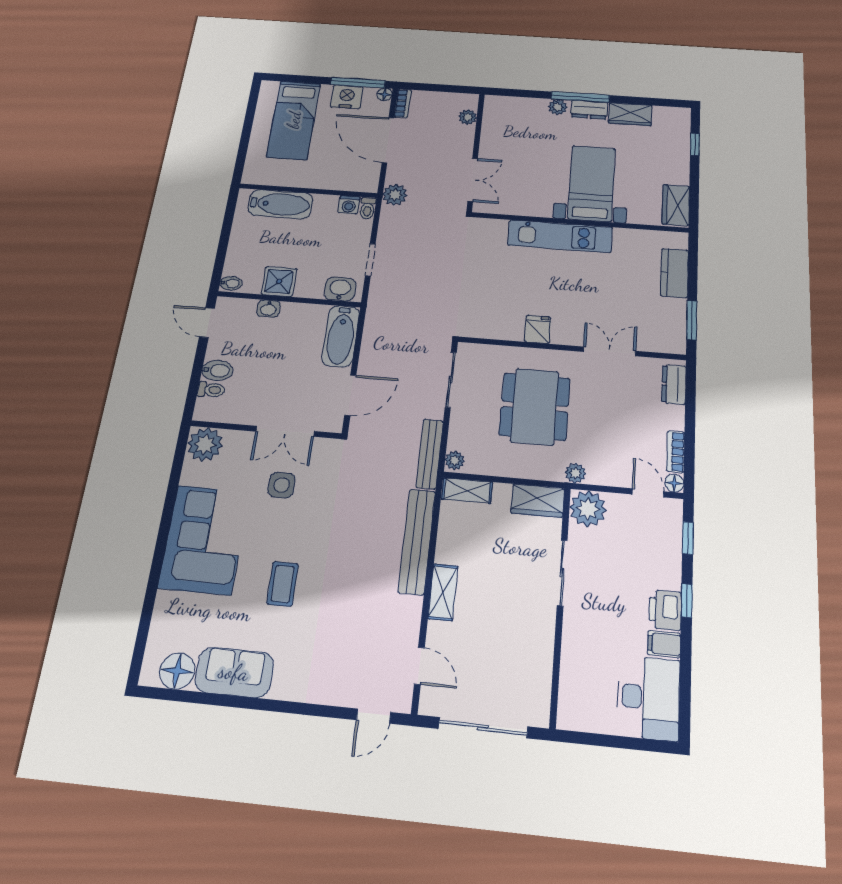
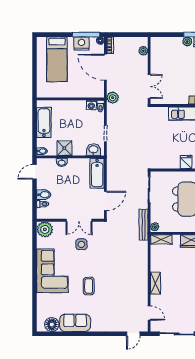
bathtub: (280, 204) -> (44, 122), moved, turned -90
door: (207, 323) -> (35, 172), hinge flipped
bench: (417, 541) -> (142, 263), removed

